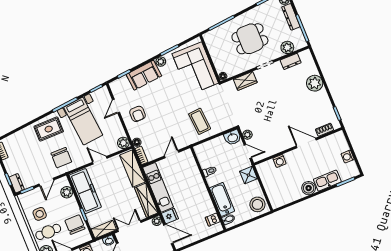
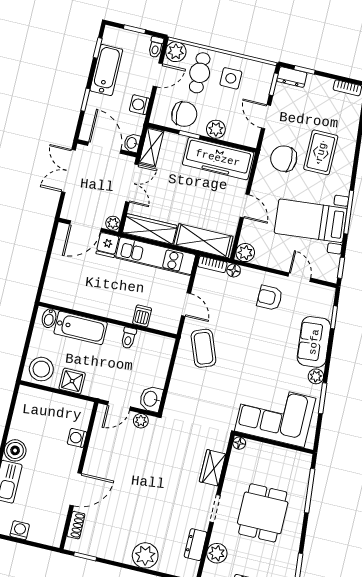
coffee table: (200, 121) -> (203, 348), moved, turned 73
rug: (49, 129) -> (321, 152), moved
door: (100, 160) -> (245, 206), hinge flipped
shower: (248, 175) -> (72, 381), moved
plant: (67, 192) -> (216, 129), moved
dishwasher: (213, 220) -> (142, 316), moved

